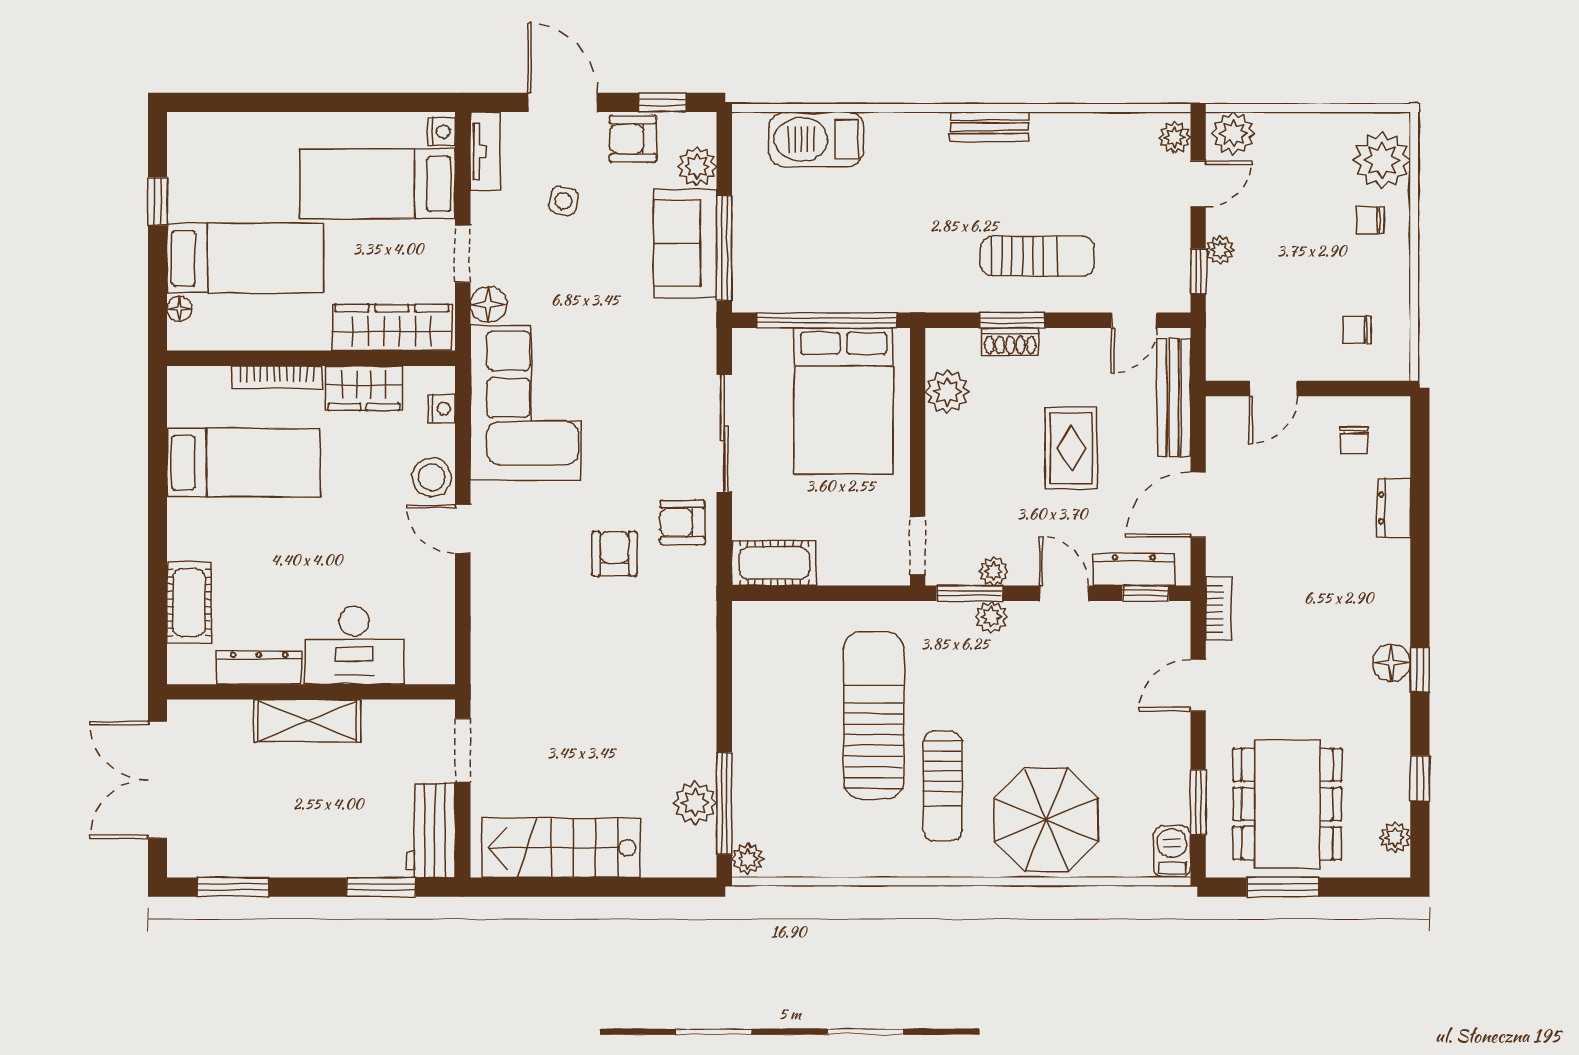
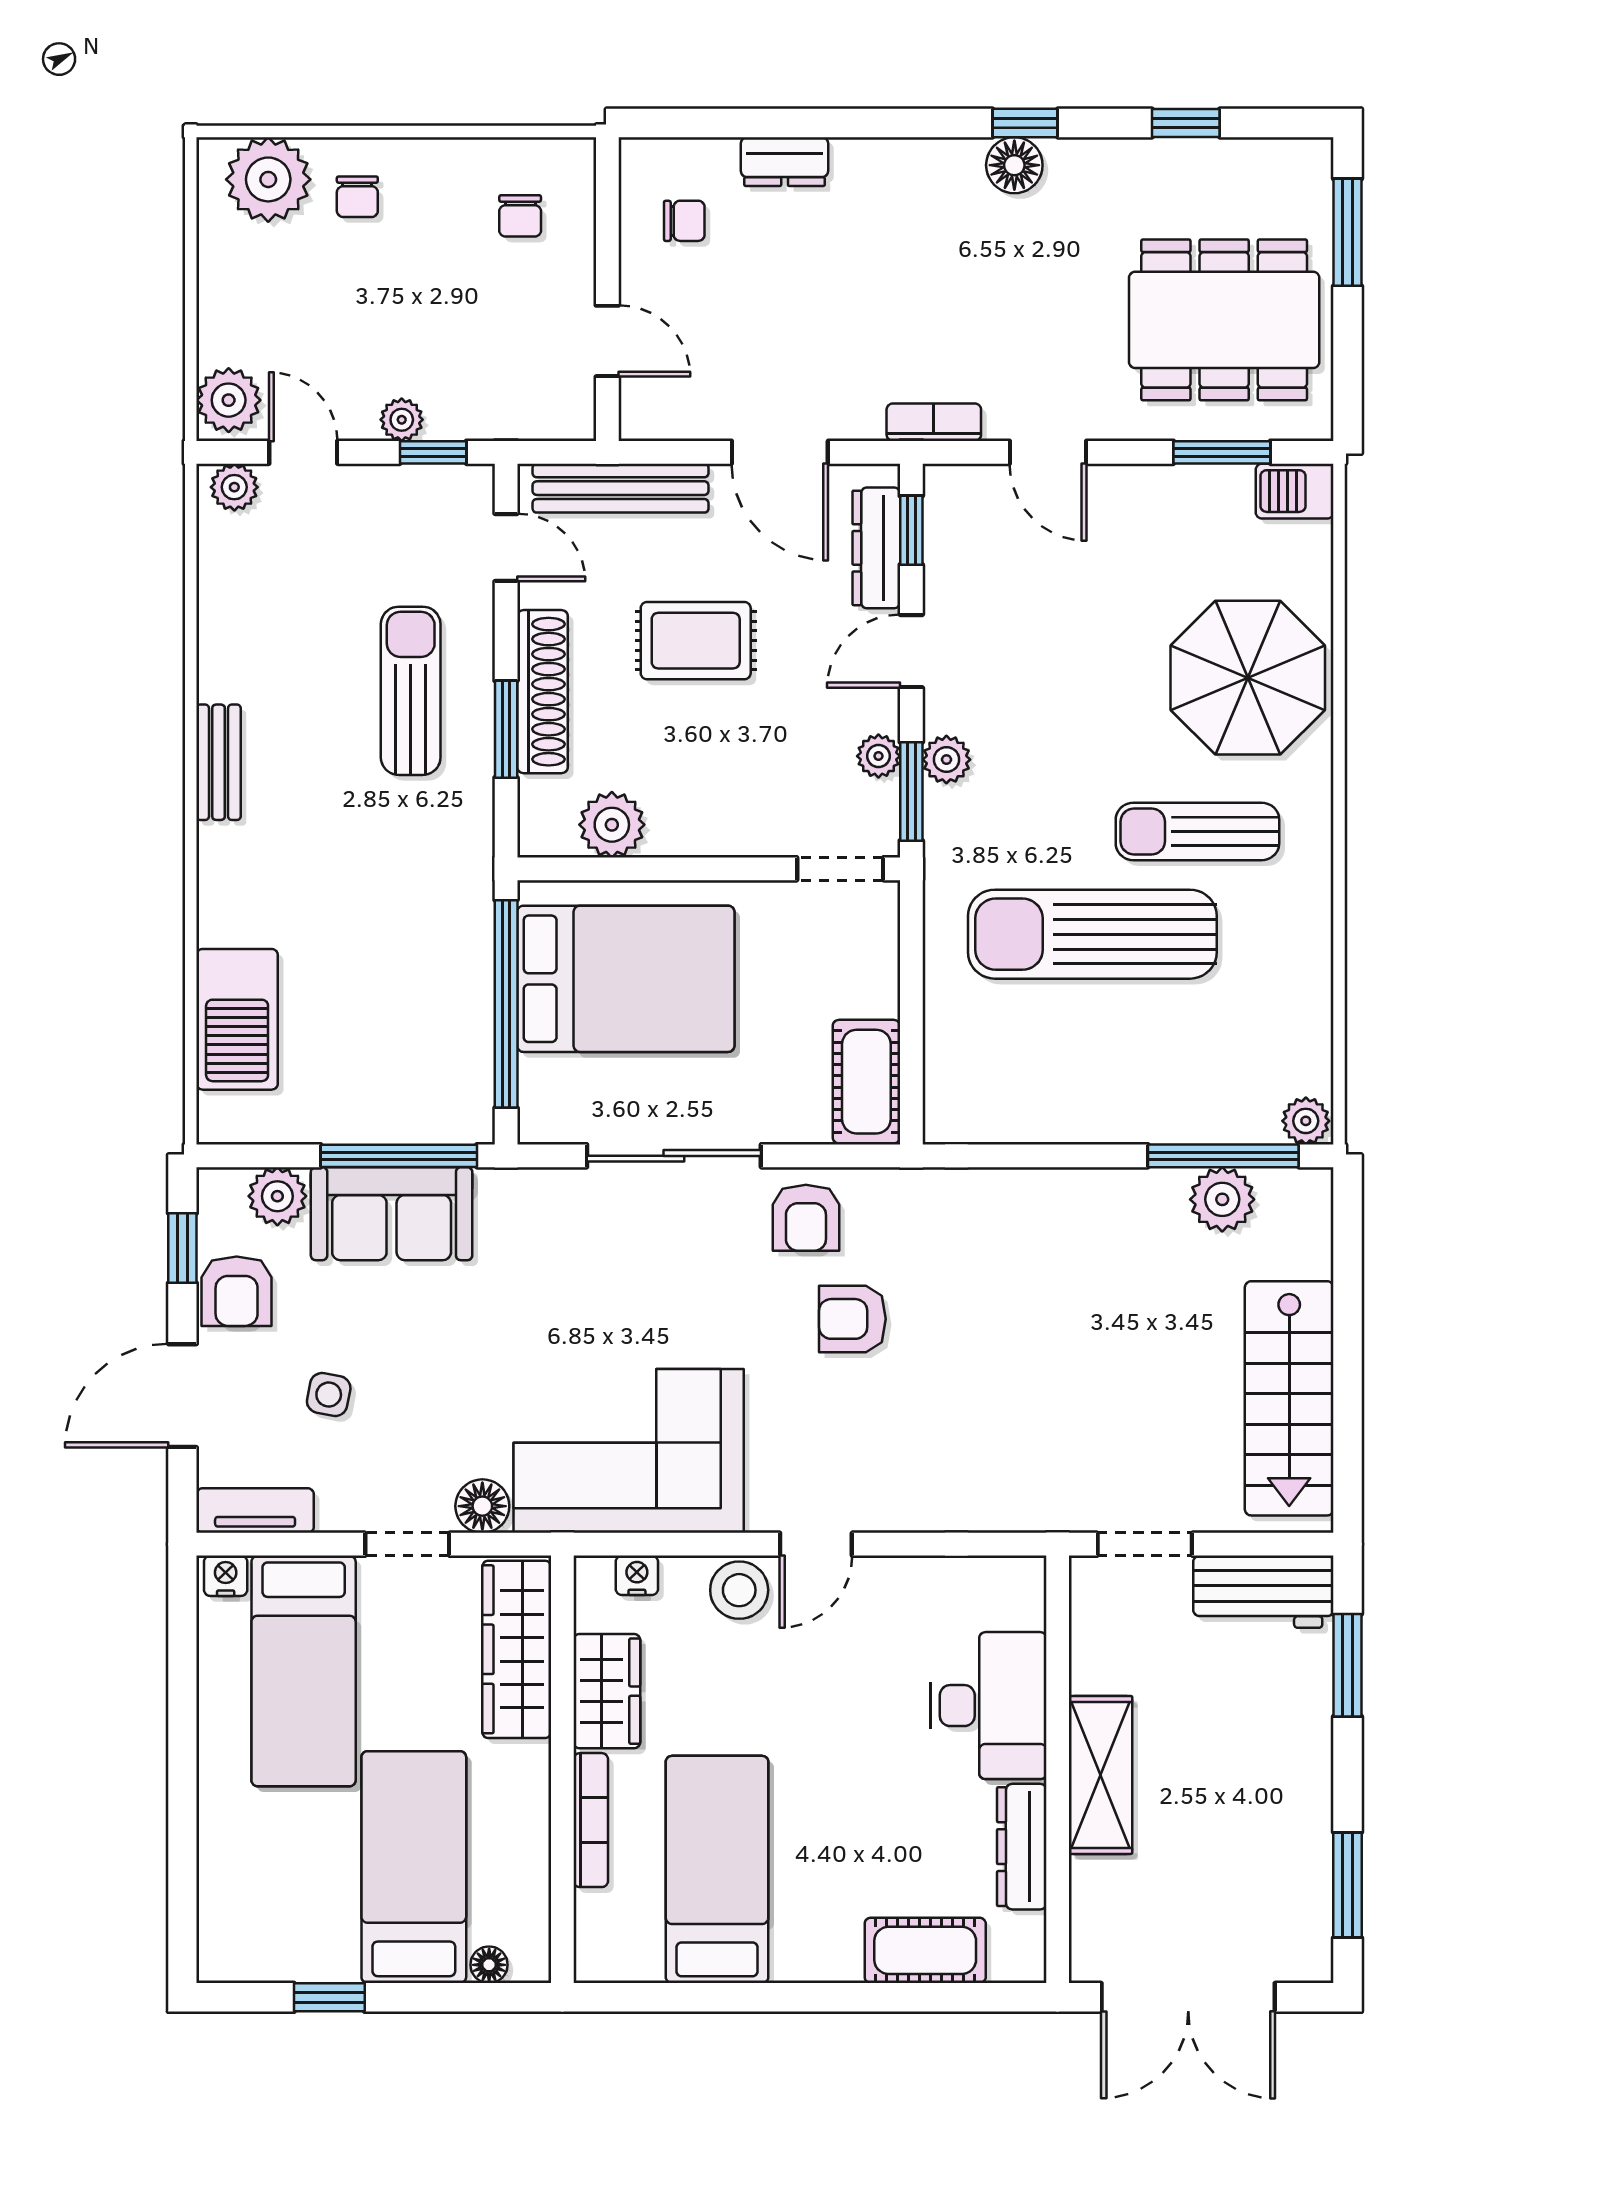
shoe rack: (1010, 342) -> (542, 692), width x1.94, depth x1.24
sun lounger: (943, 786) -> (1197, 831), turned 180
plant: (1395, 837) -> (1274, 160), removed
window: (1283, 887) -> (1347, 232), moved

